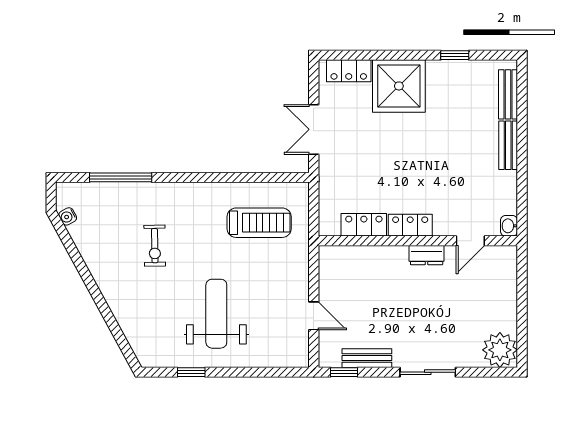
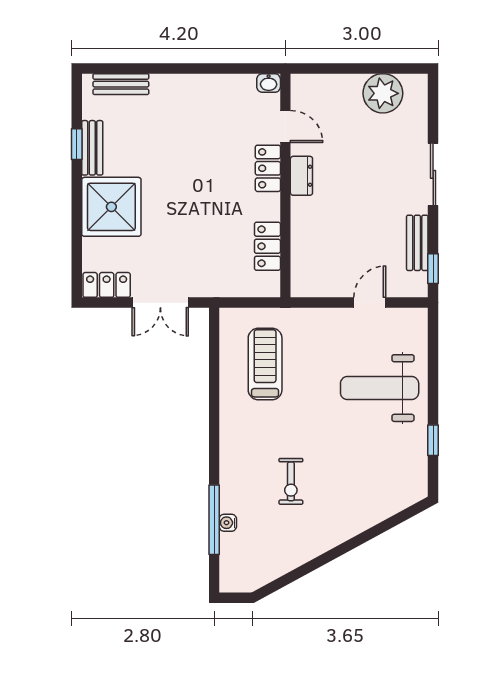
locker: (349, 71) -> (107, 285), moved, turned -90
bench: (508, 145) -> (92, 148), moved, turned 90
water cooler: (68, 216) -> (228, 523), moved, turned 119
locker: (410, 225) -> (268, 168), moved
exercise bike: (155, 246) -> (291, 481), turned 91
weight bench: (216, 314) -> (380, 388), moved
plant: (500, 350) -> (383, 93), moved

